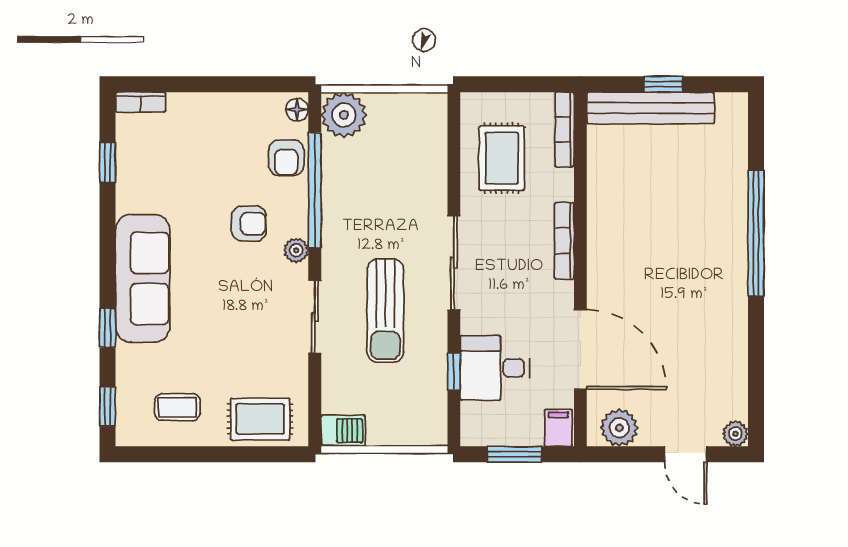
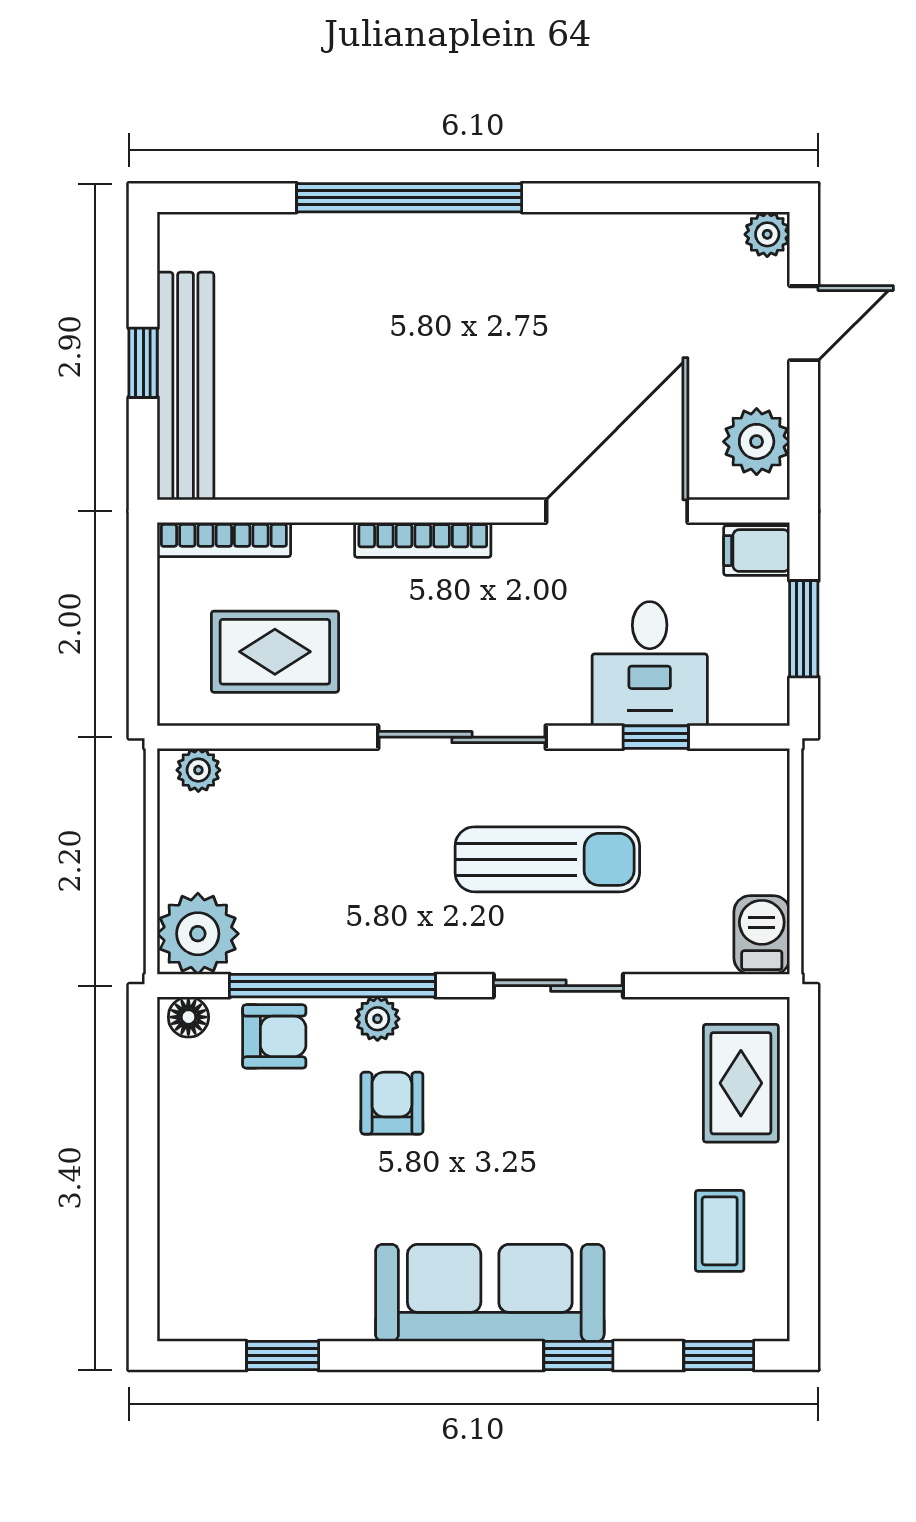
bookcase: (141, 102) -> (175, 1297), removed
plant: (435, 115) -> (198, 770), added
plant: (296, 250) -> (377, 1019), moved

